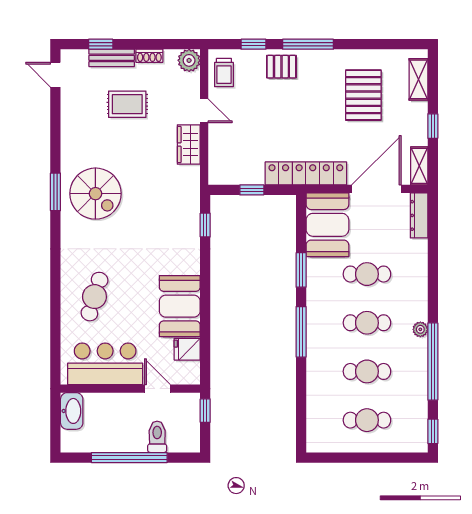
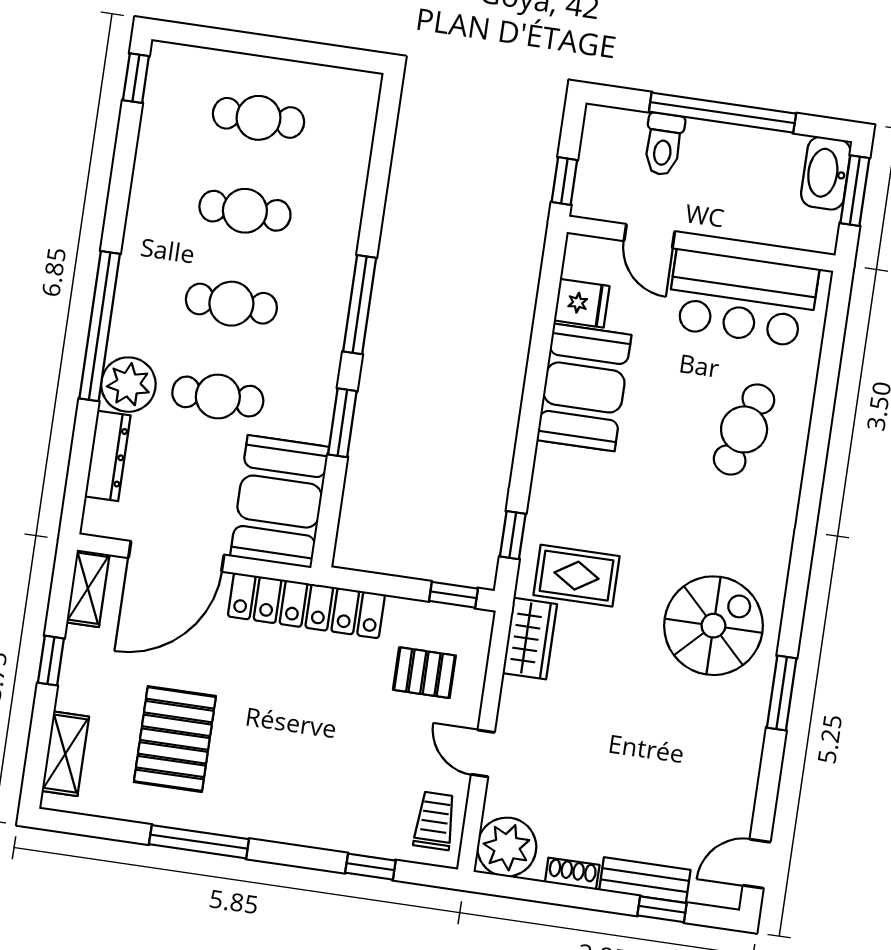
window: (308, 44) -> (199, 842), moved
plant: (189, 60) -> (507, 847), width x1.36, depth x1.36
pallet: (281, 67) -> (424, 673), moved
door: (55, 75) -> (757, 864), swing flipped
rug: (127, 104) -> (577, 576), moved
wardrobe: (189, 145) -> (530, 639), moved
window: (252, 190) -> (453, 595), moved
window: (55, 192) -> (782, 693), moved
spiral stairs: (95, 194) -> (713, 626), turned 90
dresser: (419, 215) -> (108, 456), moved
plant: (420, 329) -> (128, 385), moved, width x1.87, depth x1.87
window: (433, 362) -> (100, 326), moved
washbasin: (72, 411) -> (826, 173), moved
window: (55, 427) -> (855, 191), added

